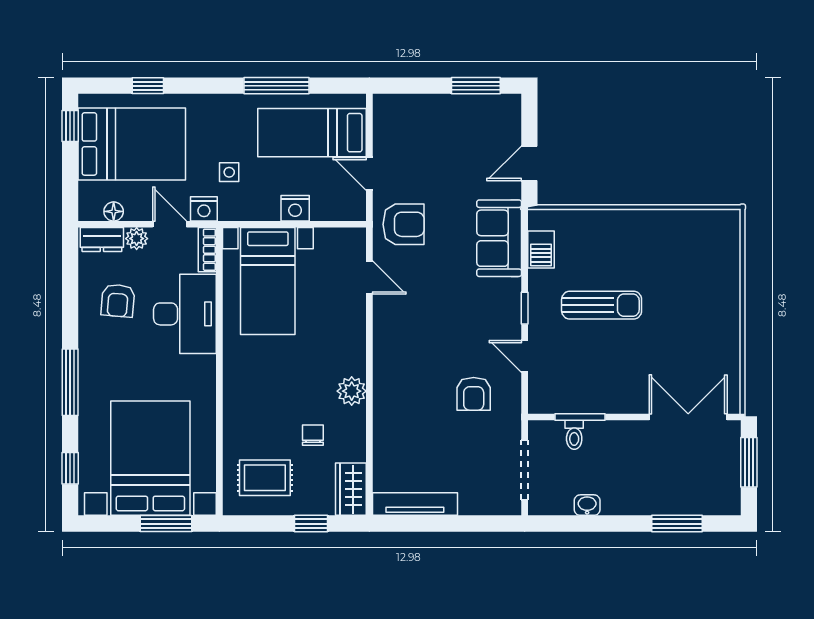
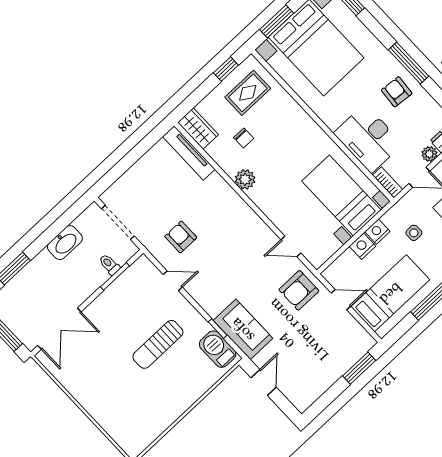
window: (476, 86) -> (359, 368), moved
nightstand: (204, 209) -> (377, 232), moved
barbecue: (541, 249) -> (218, 349), width x1.38, depth x1.27
armchair: (118, 301) -> (397, 92), moved
window: (525, 308) -> (218, 329), moved
window: (70, 382) -> (409, 63), moved
tv unit: (415, 504) -> (189, 153), moved, turned 90
washbasin: (587, 505) -> (65, 243), width x1.91, depth x1.45
window: (311, 524) -> (226, 69), moved

